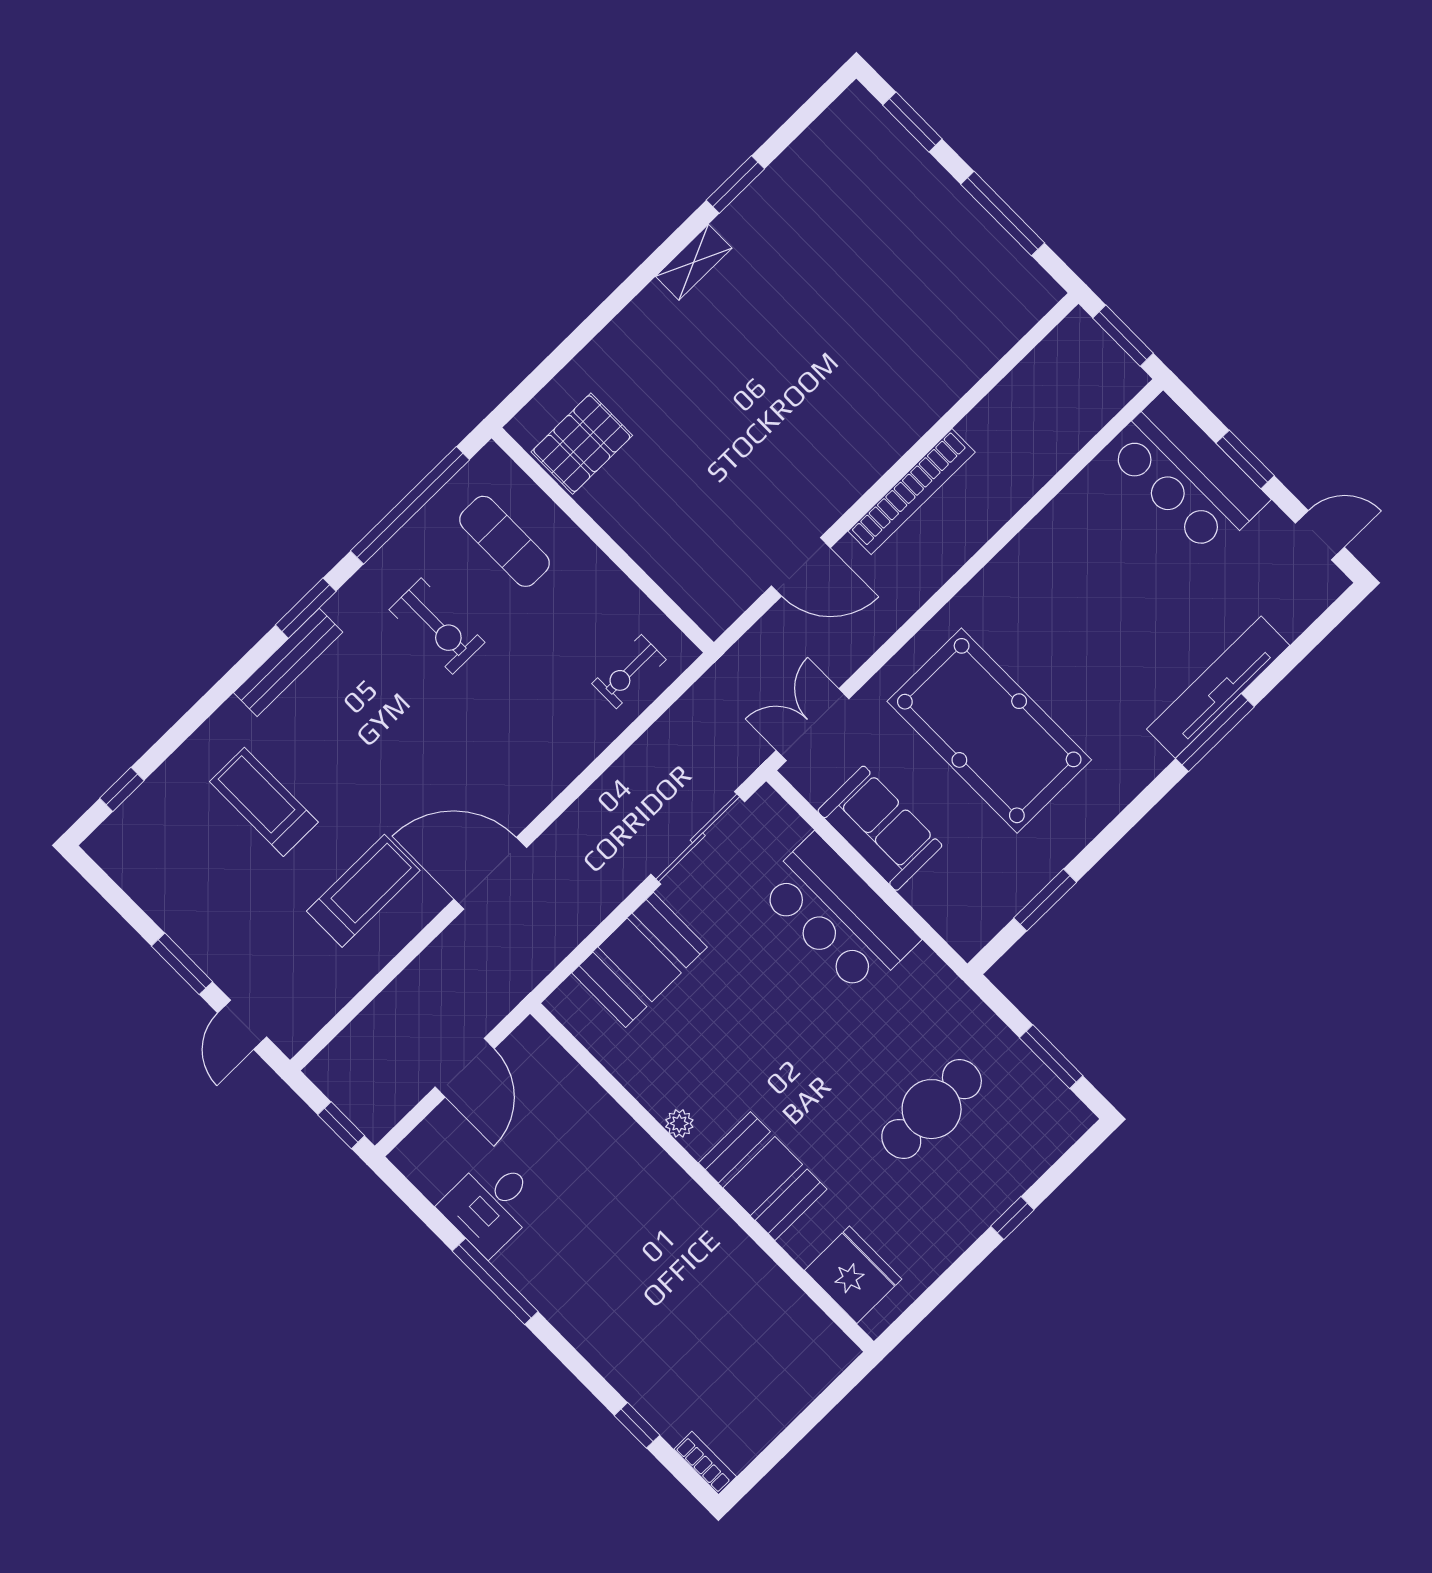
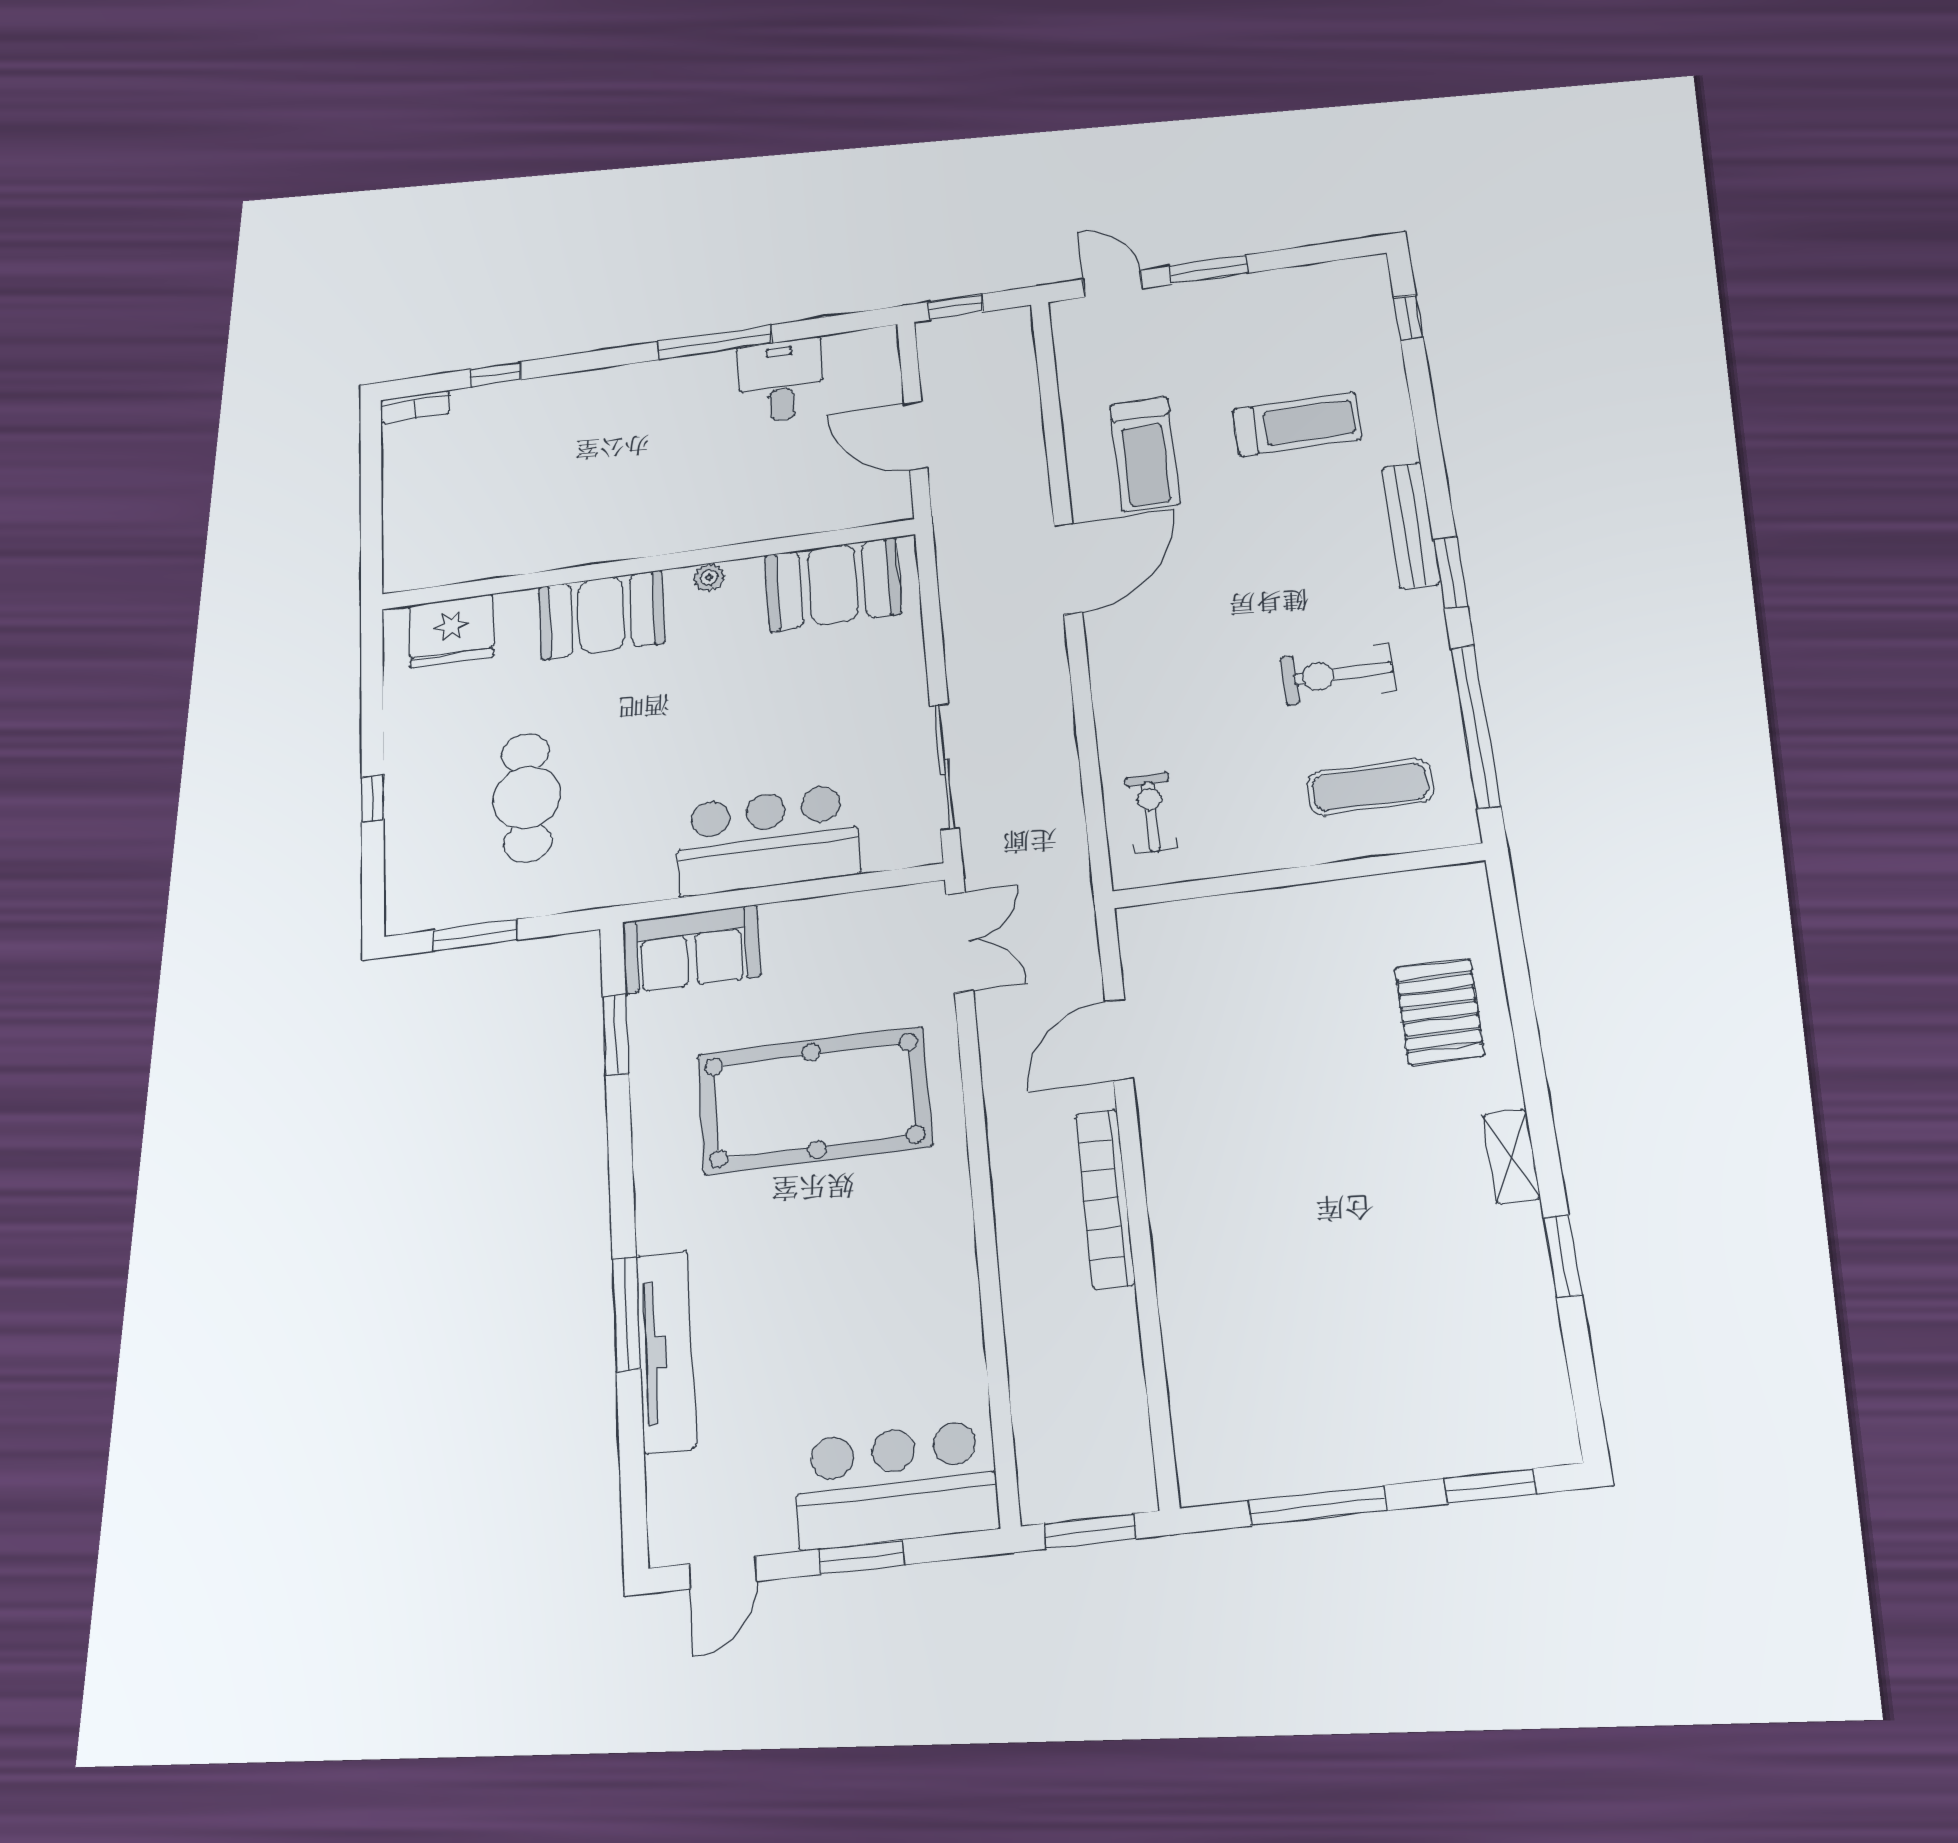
pallet: (582, 444) -> (1439, 1012), moved
sofa: (880, 828) -> (691, 949), moved
booth: (640, 960) -> (833, 585), moved, turned 90

